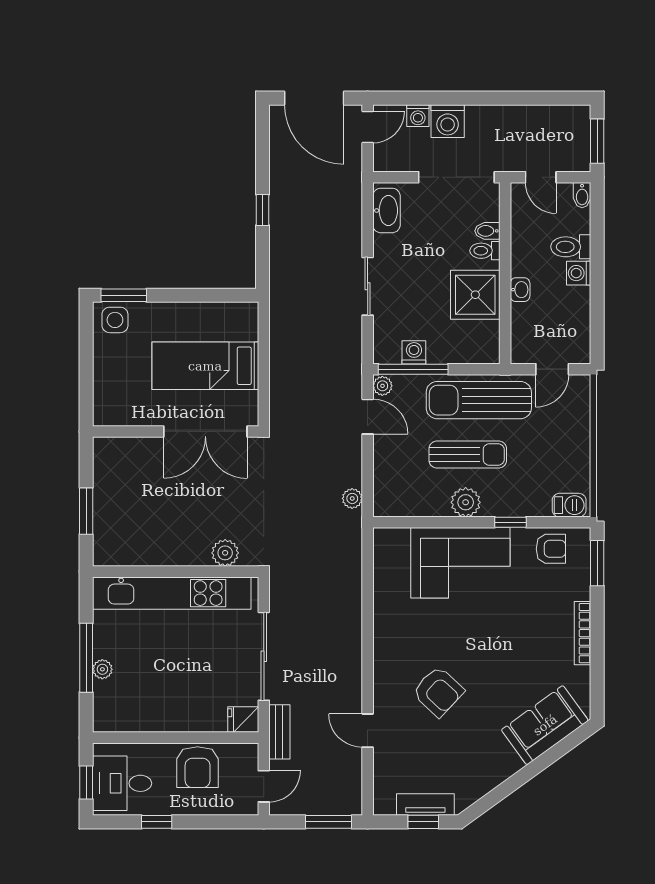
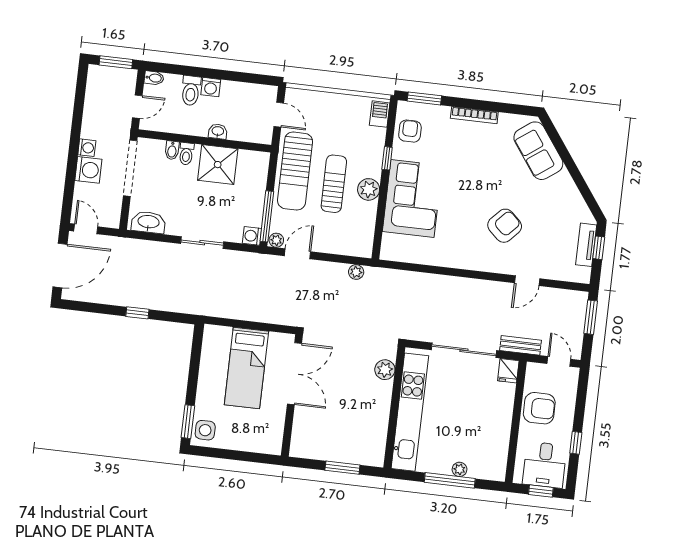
washing machine: (418, 116) -> (87, 148), moved
washing machine: (414, 352) -> (252, 236), moved

